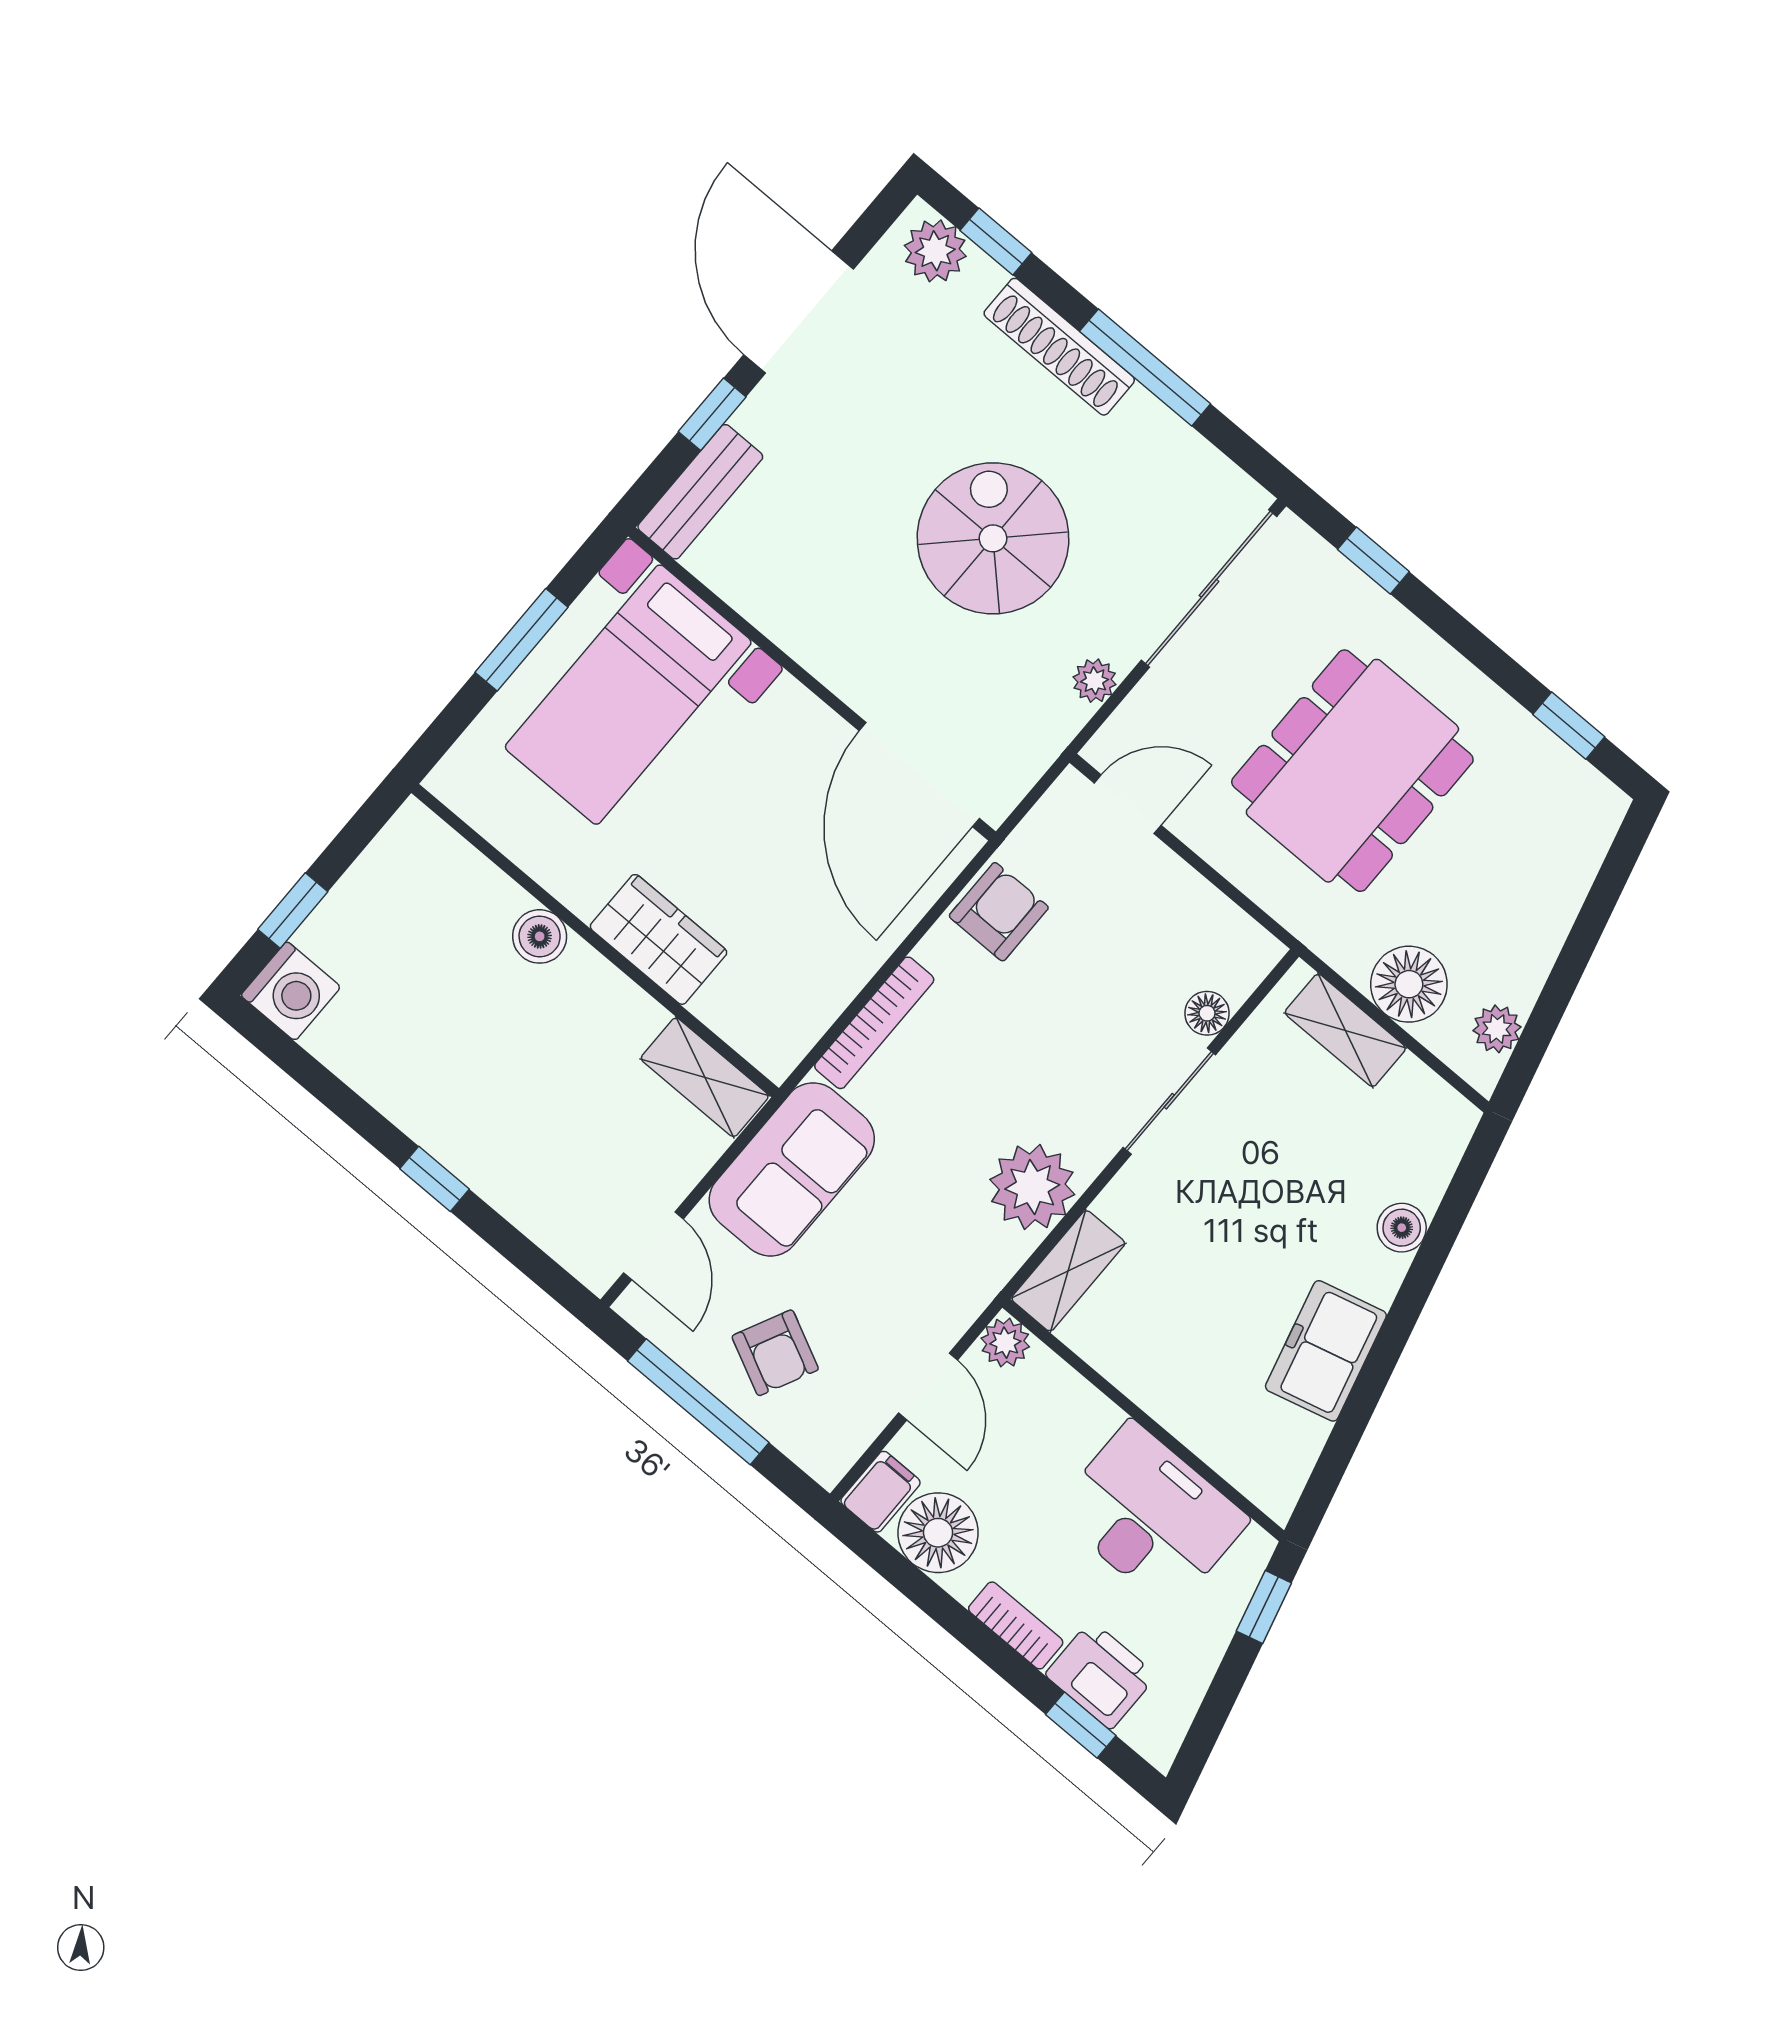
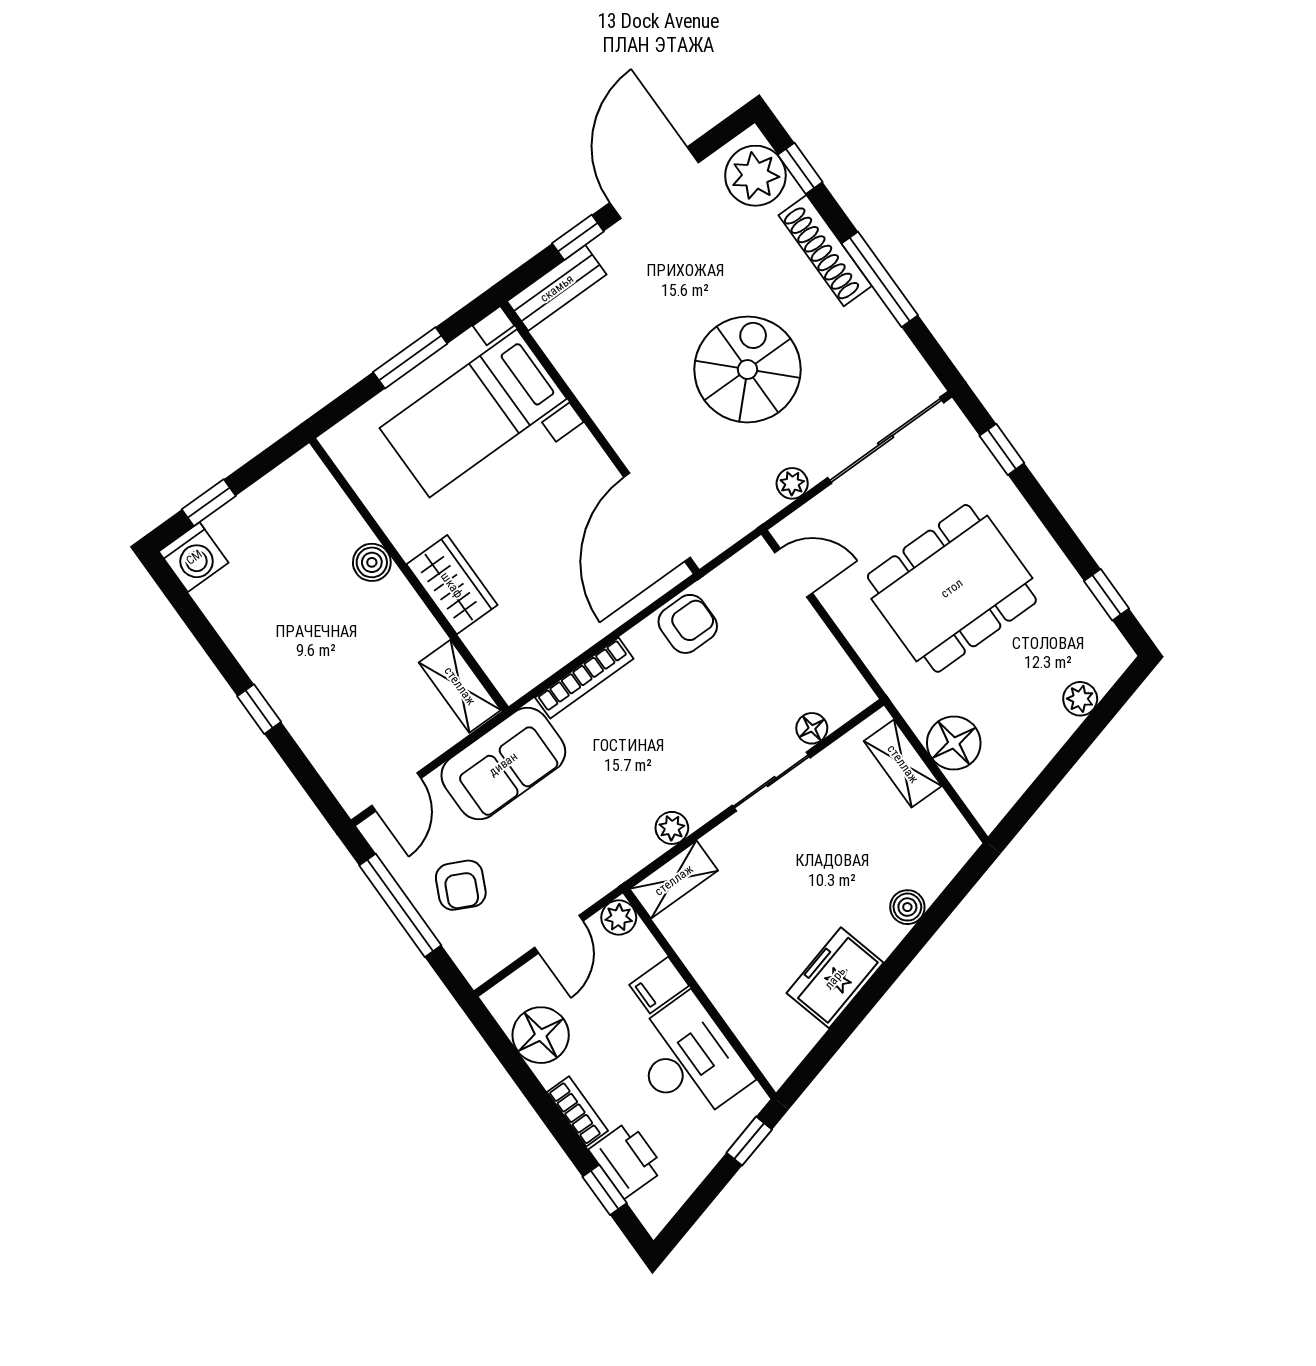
plant: (935, 251) -> (755, 176), width x1.36, depth x1.36
plant: (1497, 1029) -> (1080, 699), moved
plant: (1032, 1187) -> (672, 828), width x0.53, depth x0.53
filing cabinet: (881, 1492) -> (659, 985), moved, turned 180

